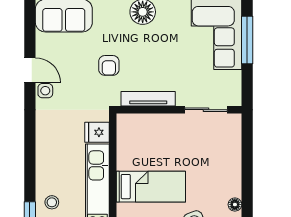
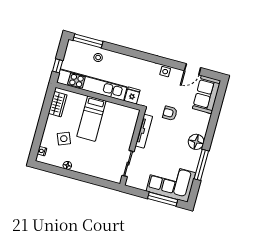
door: (30, 70) -> (193, 69), moved

